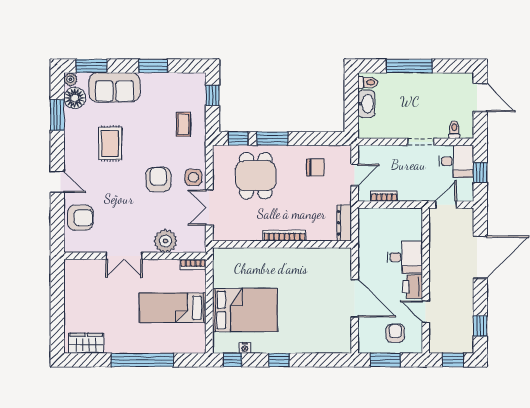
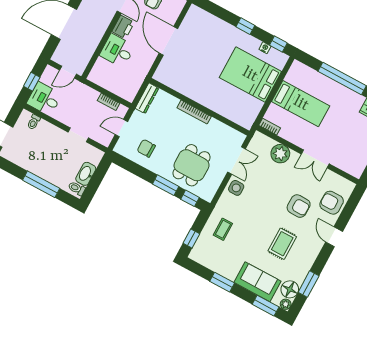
doorway: (421, 142) -> (78, 135), moved
armchair: (158, 179) -> (299, 206), moved, turned -89
double door: (124, 256) -> (315, 159), swing flipped

